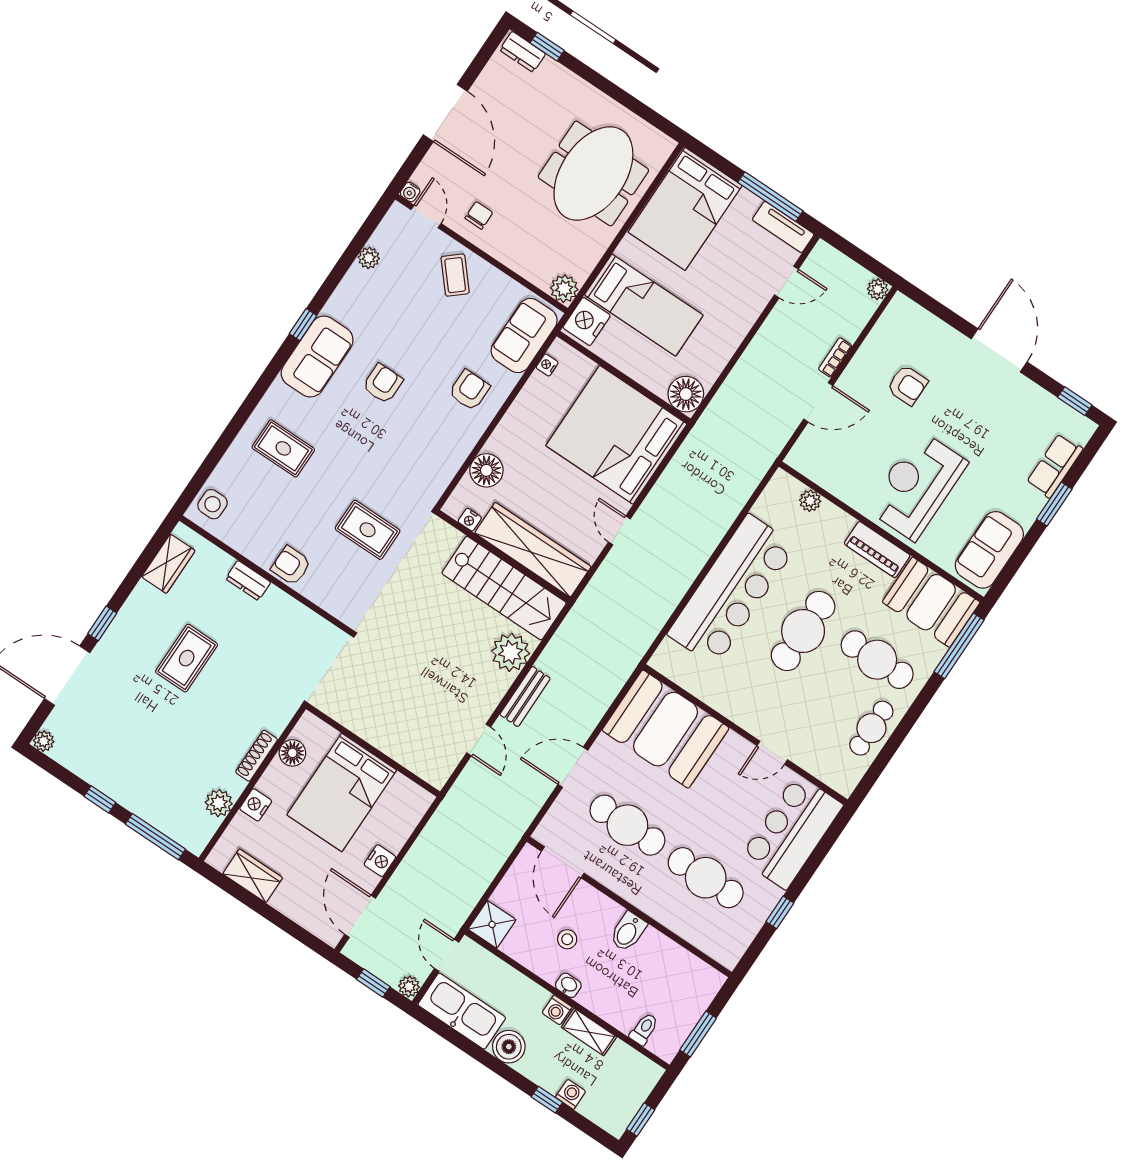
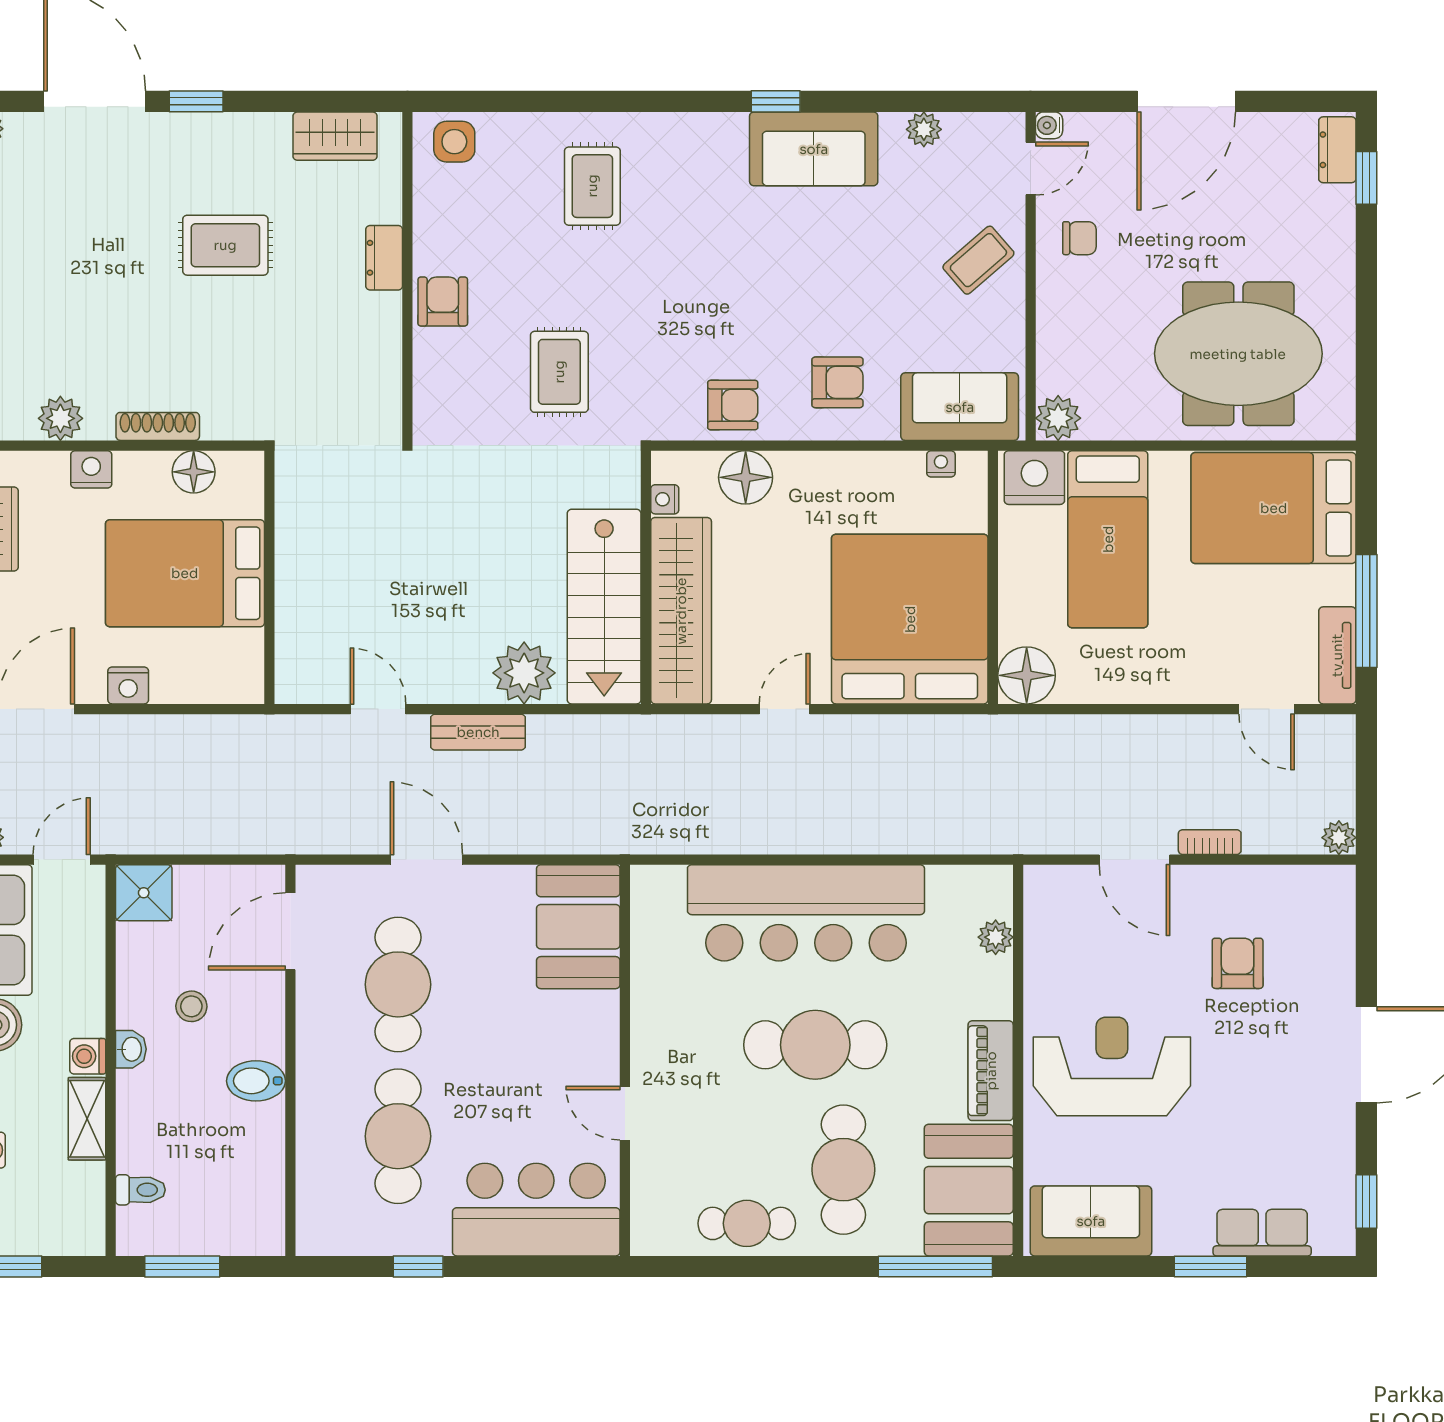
sofa: (317, 357) -> (814, 149), moved
armchair: (383, 384) -> (733, 405), moved
armchair: (907, 385) -> (1238, 963), turned 180
booth: (666, 729) -> (578, 927), width x0.73, depth x0.70
door: (479, 740) -> (378, 709), swing flipped

